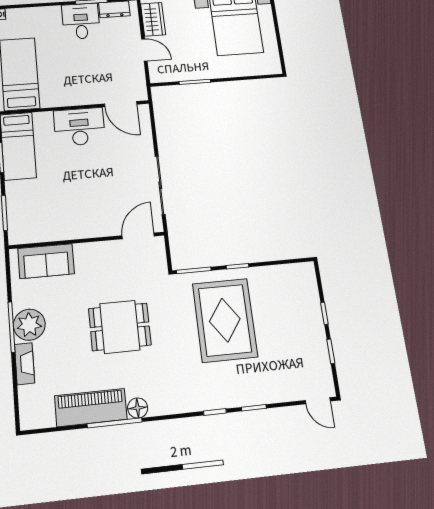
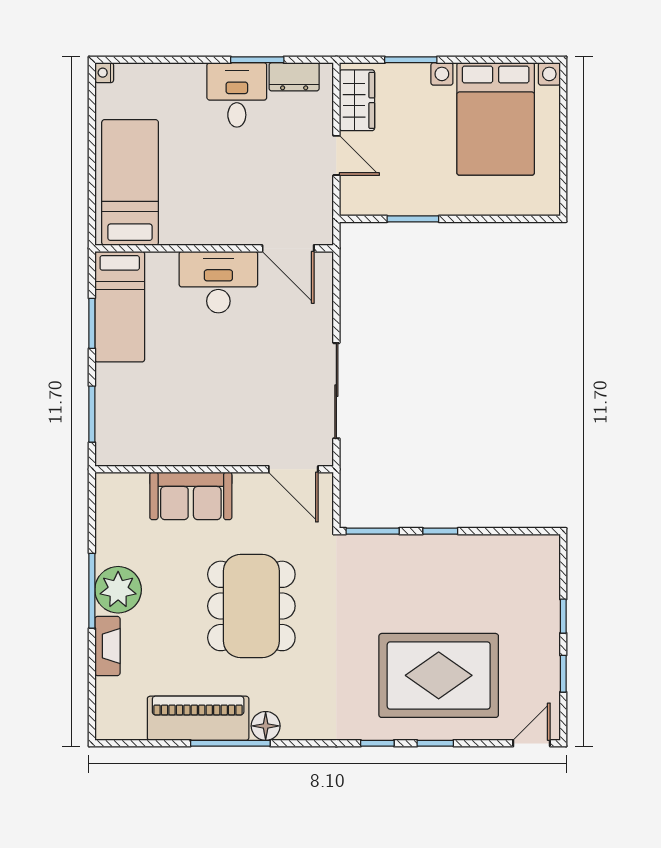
door: (138, 236) -> (293, 469), swing flipped
sofa: (46, 261) -> (191, 496), moved
rug: (225, 320) -> (439, 675), moved, turned 90
dining table: (120, 327) -> (251, 606), width x1.38
door: (318, 401) -> (532, 743), swing flipped

